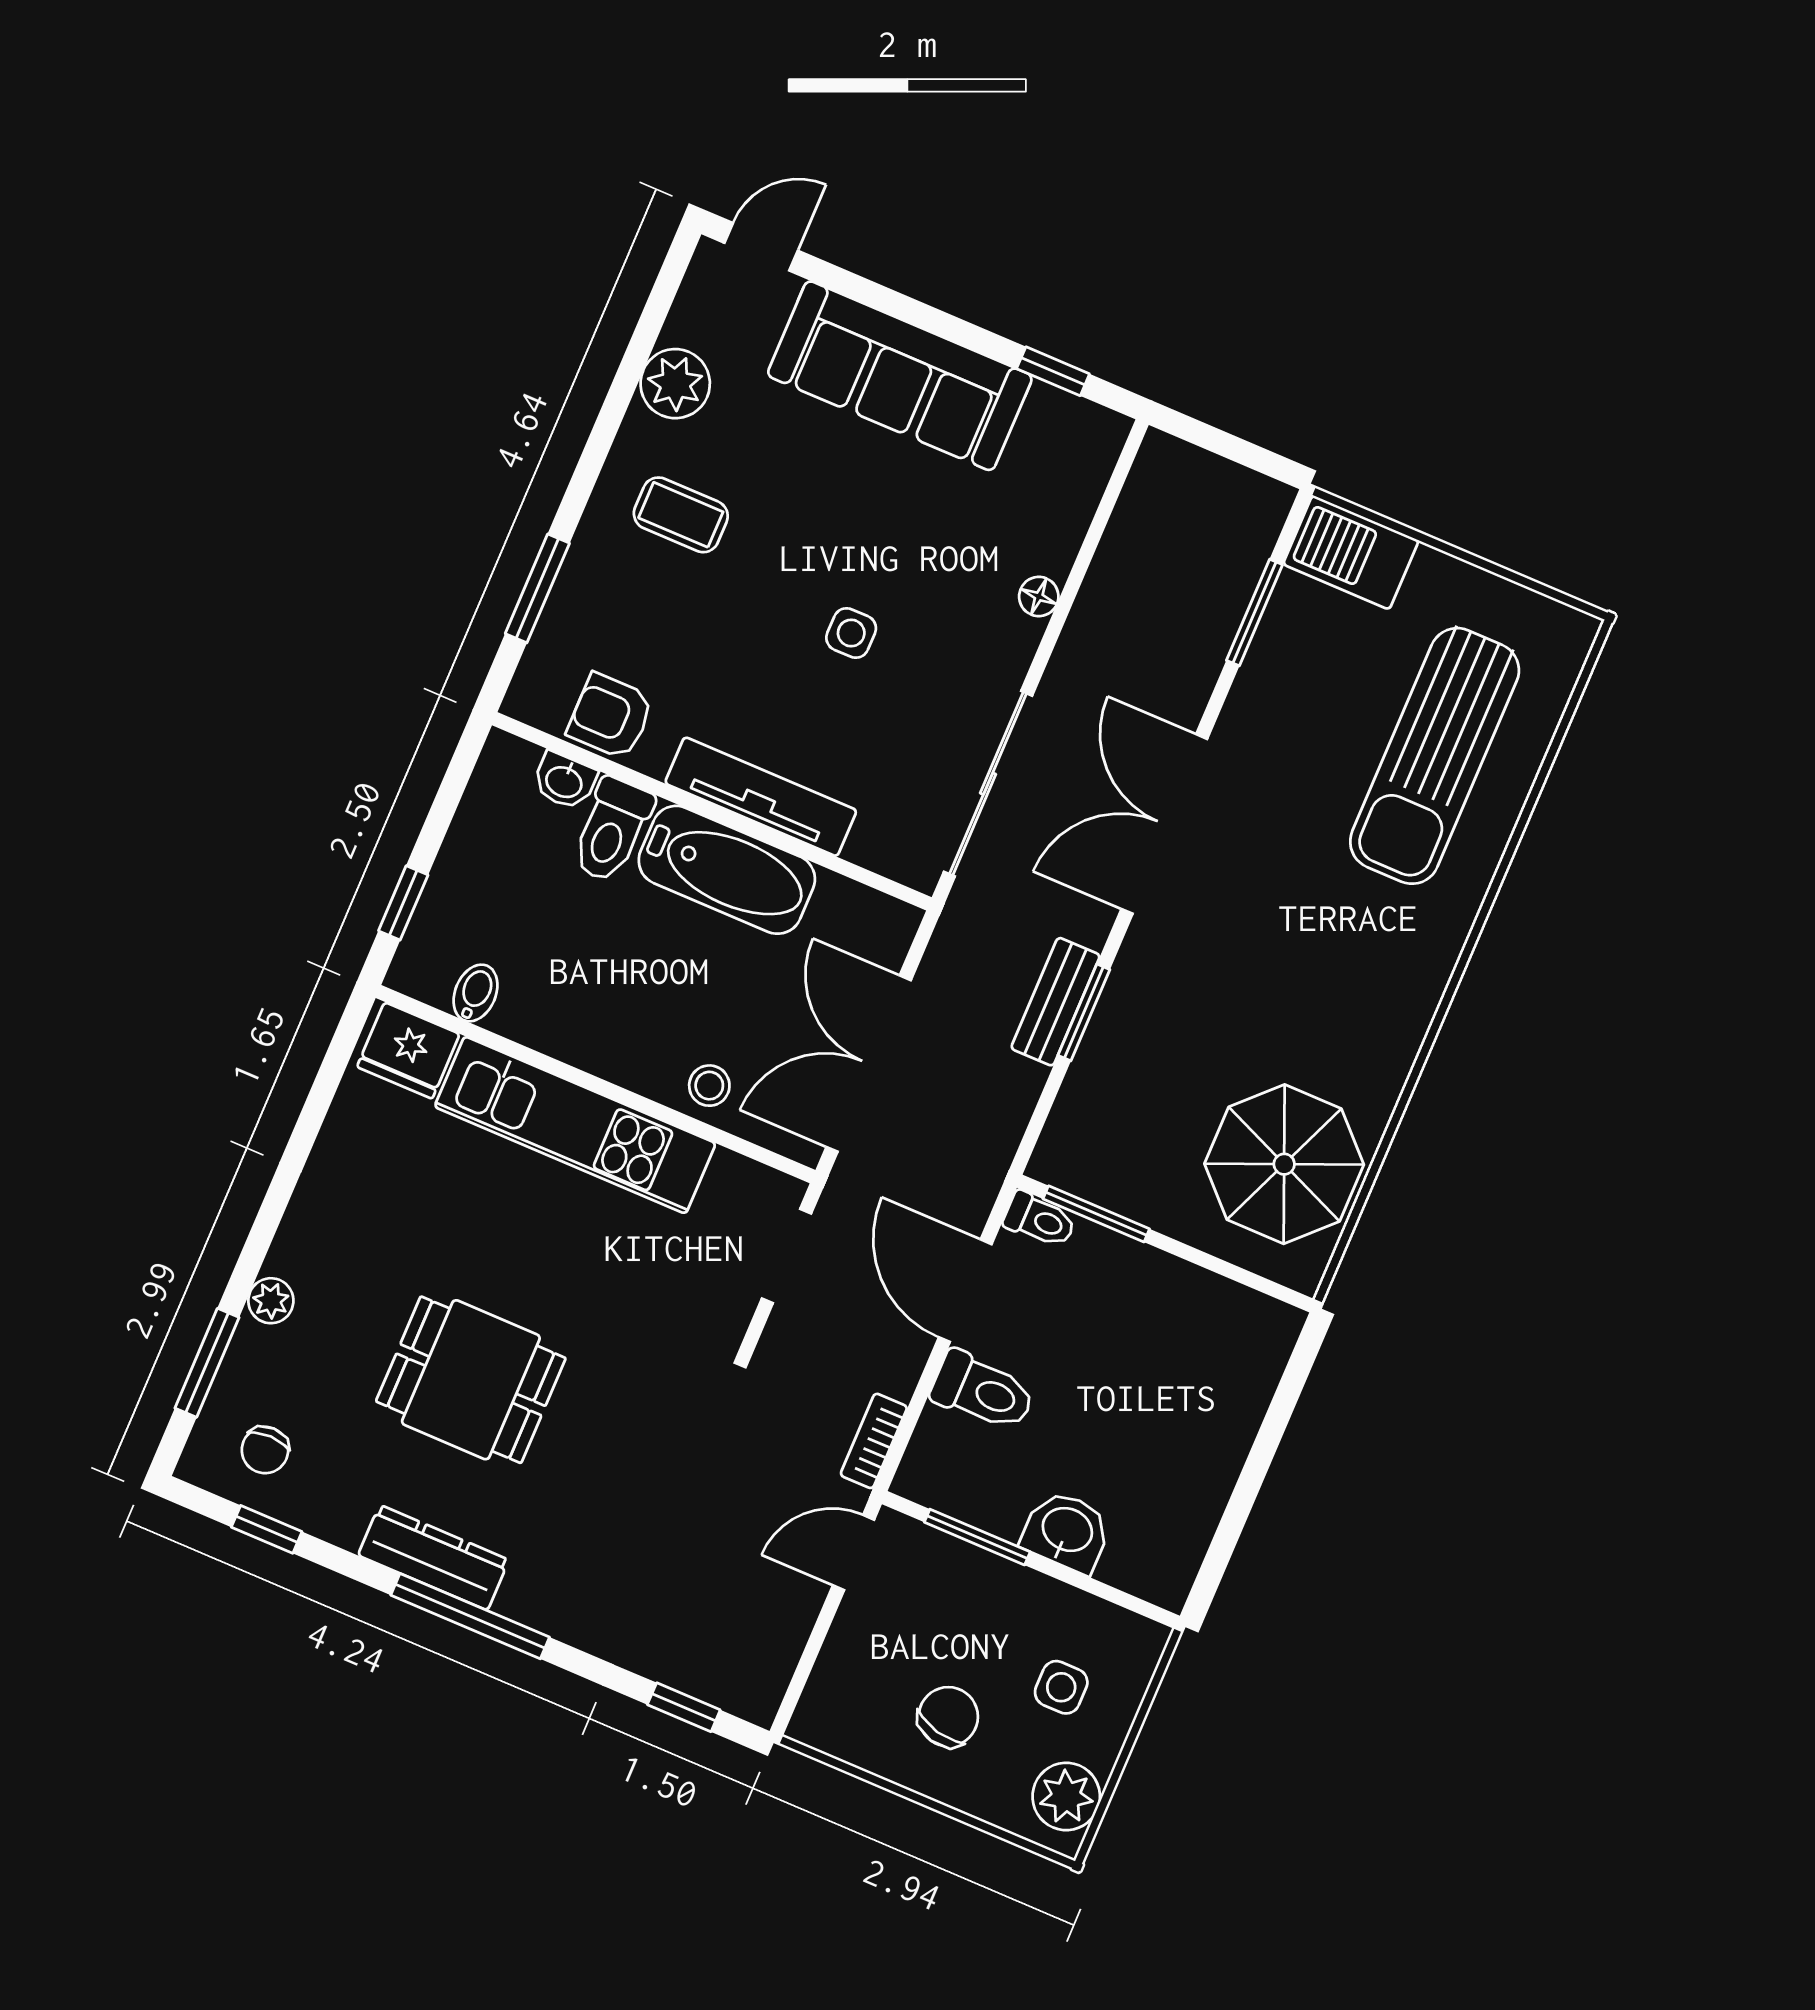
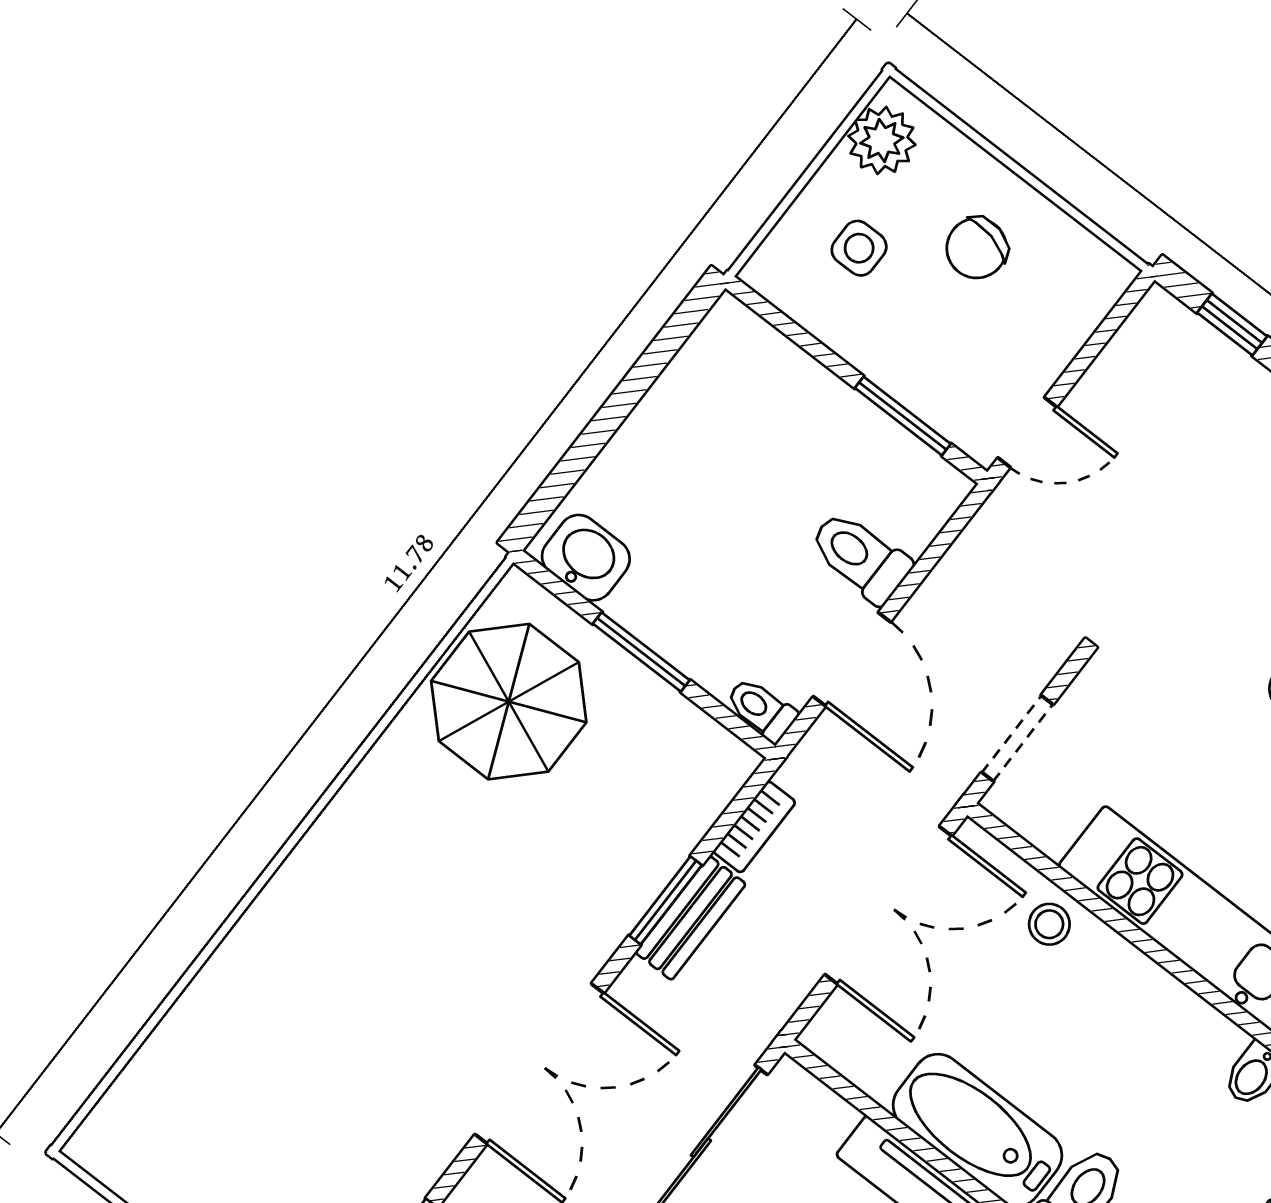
sun lounger: (1435, 756) -> (258, 1061), removed
window: (1096, 1214) -> (641, 652), moved
bookcase: (874, 1441) -> (754, 827), moved
washbasin: (1067, 1531) -> (586, 558), moved, turned 180

